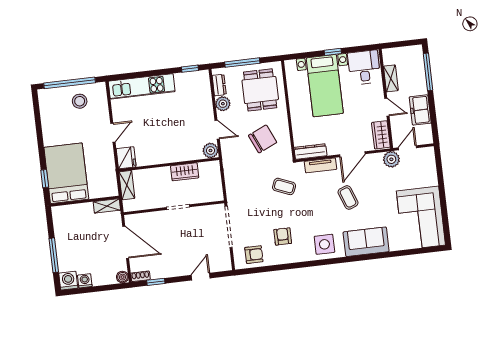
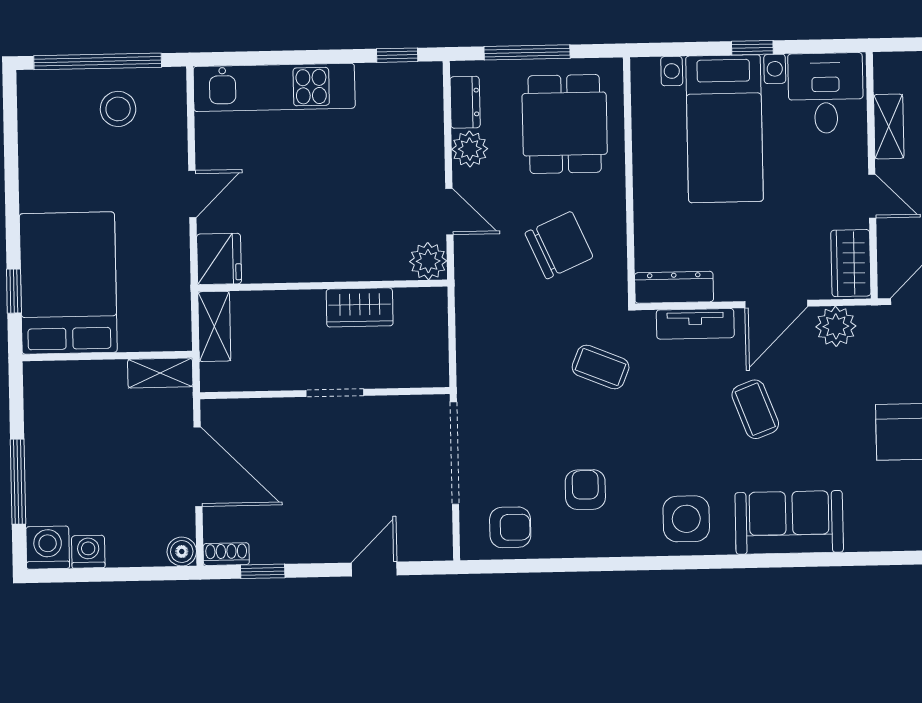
plant: (391, 159) -> (836, 326), moved

